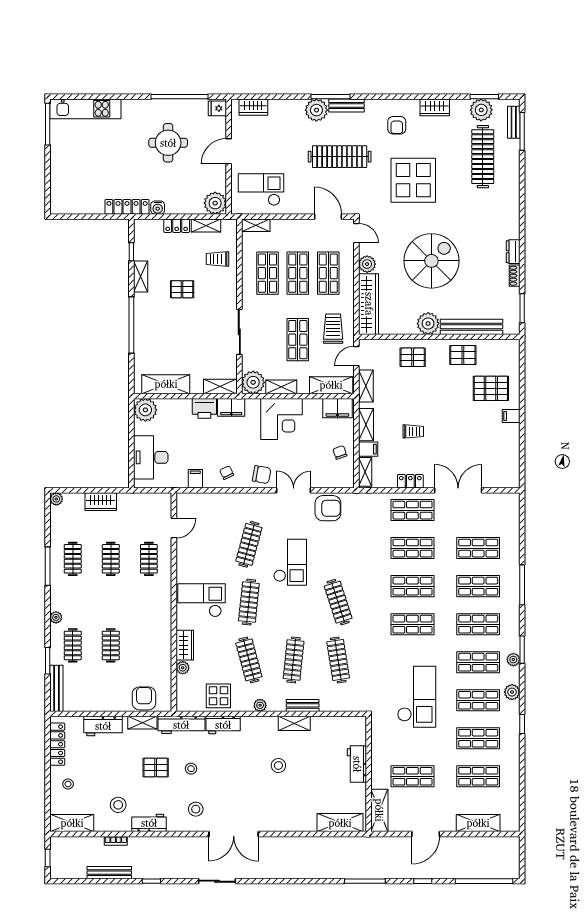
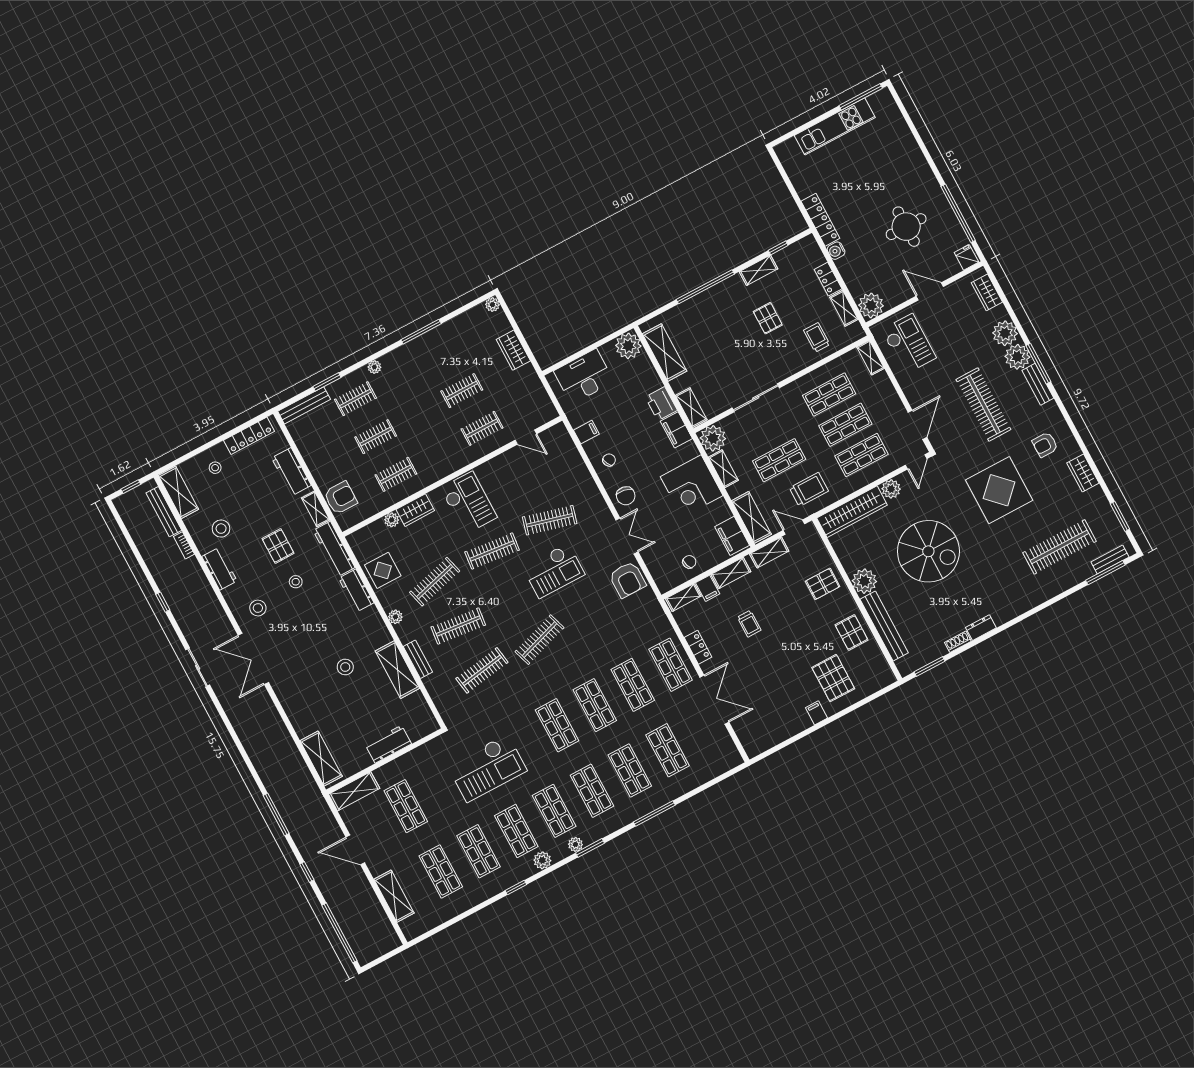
kitchen unit: (85, 109) -> (835, 126), moved, turned -90
plant: (481, 110) -> (1005, 333), moved
pallet: (413, 357) -> (823, 584), turned 90
clothes rail: (73, 559) -> (396, 474), moved
shelving: (294, 723) -> (397, 670), width x1.50, depth x1.33
bench: (109, 873) -> (164, 512), moved

